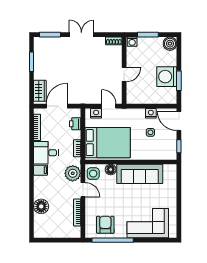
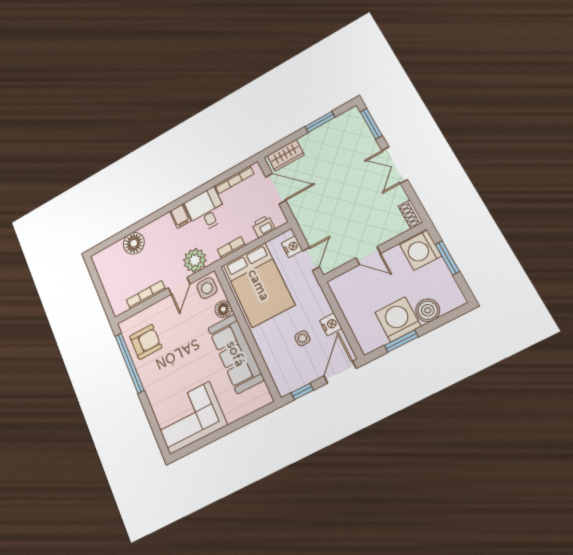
double door: (81, 35) -> (395, 165), swing flipped
washing machine: (132, 42) -> (421, 250), width x1.89, depth x1.89
boiler: (170, 44) -> (428, 310), moved
corner sofa: (148, 223) -> (190, 418), moved, turned -90

